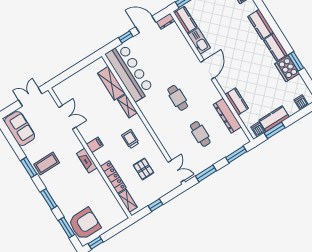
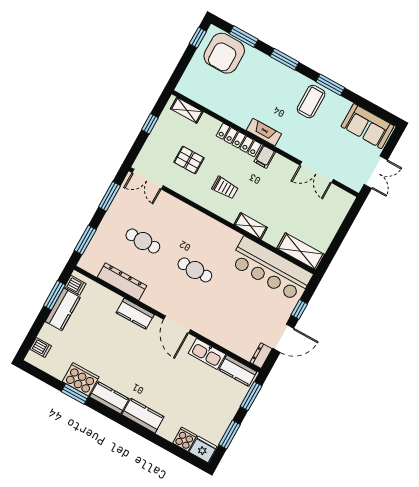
shelving: (111, 83) -> (301, 251), moved
kitchen counter: (237, 101) -> (135, 314), moved
locker: (113, 177) -> (239, 140), moved

